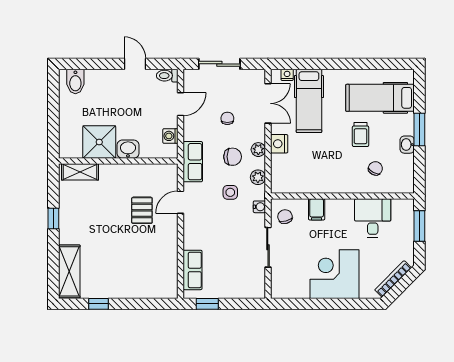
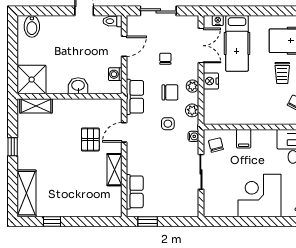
shower: (99, 142) -> (32, 80), moved
shelving: (169, 245) -> (114, 170), added

